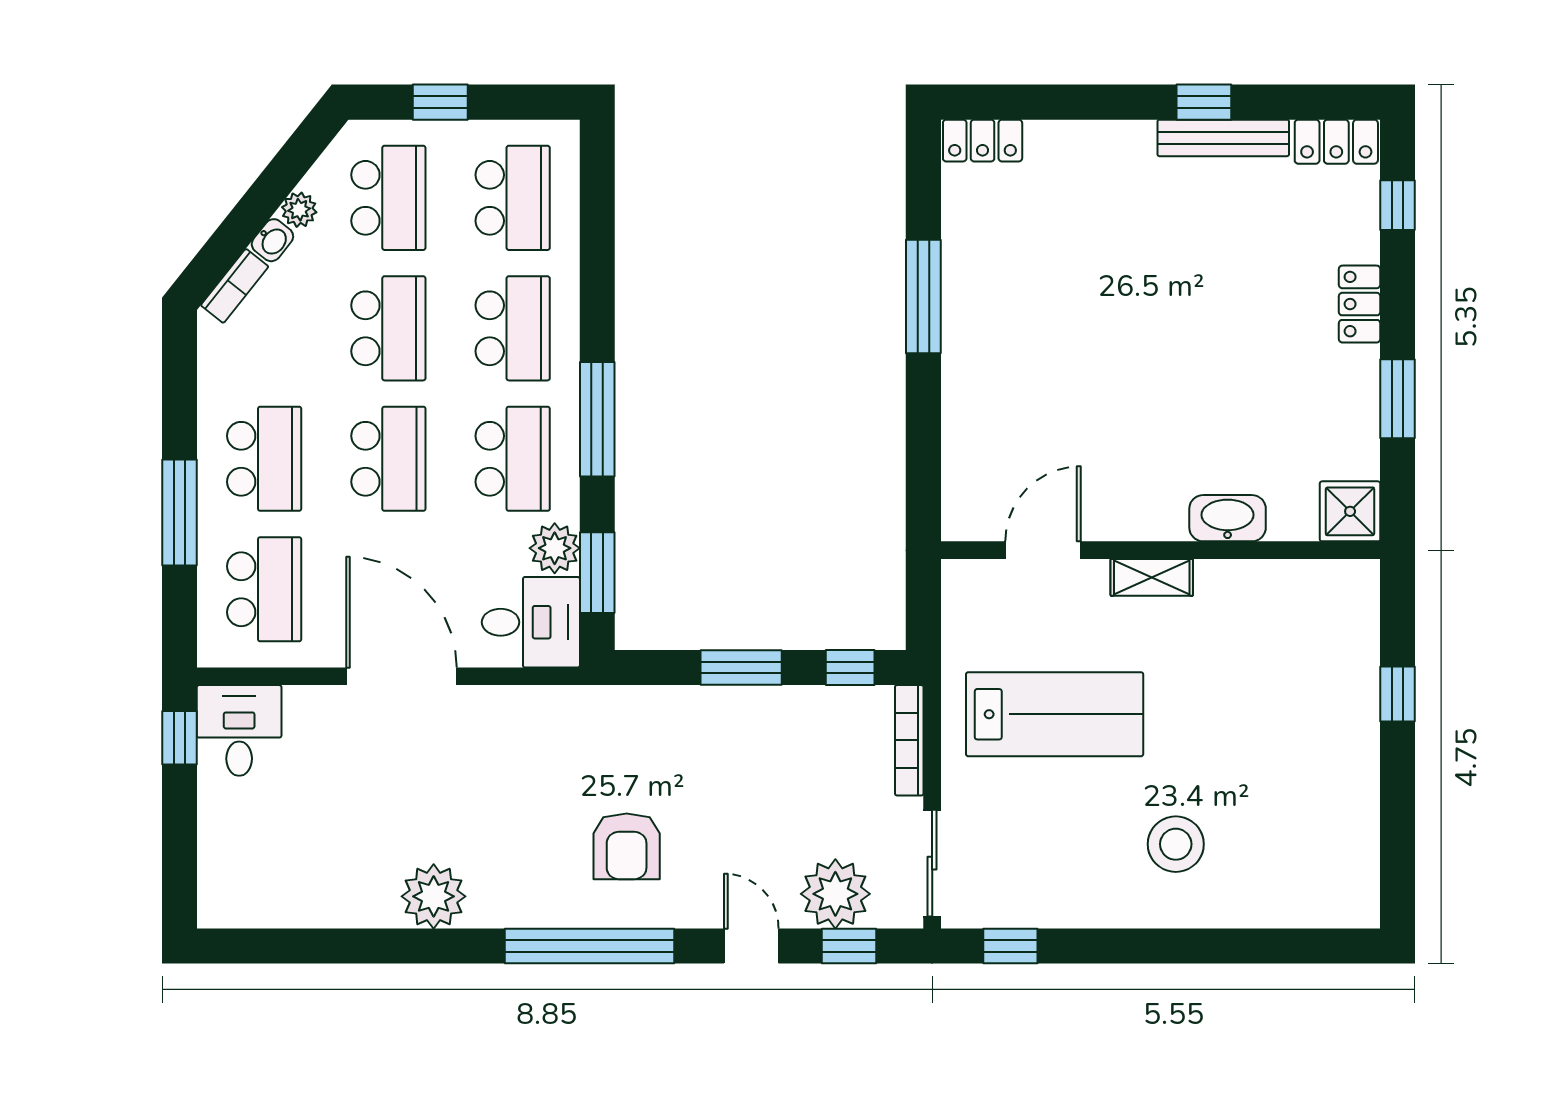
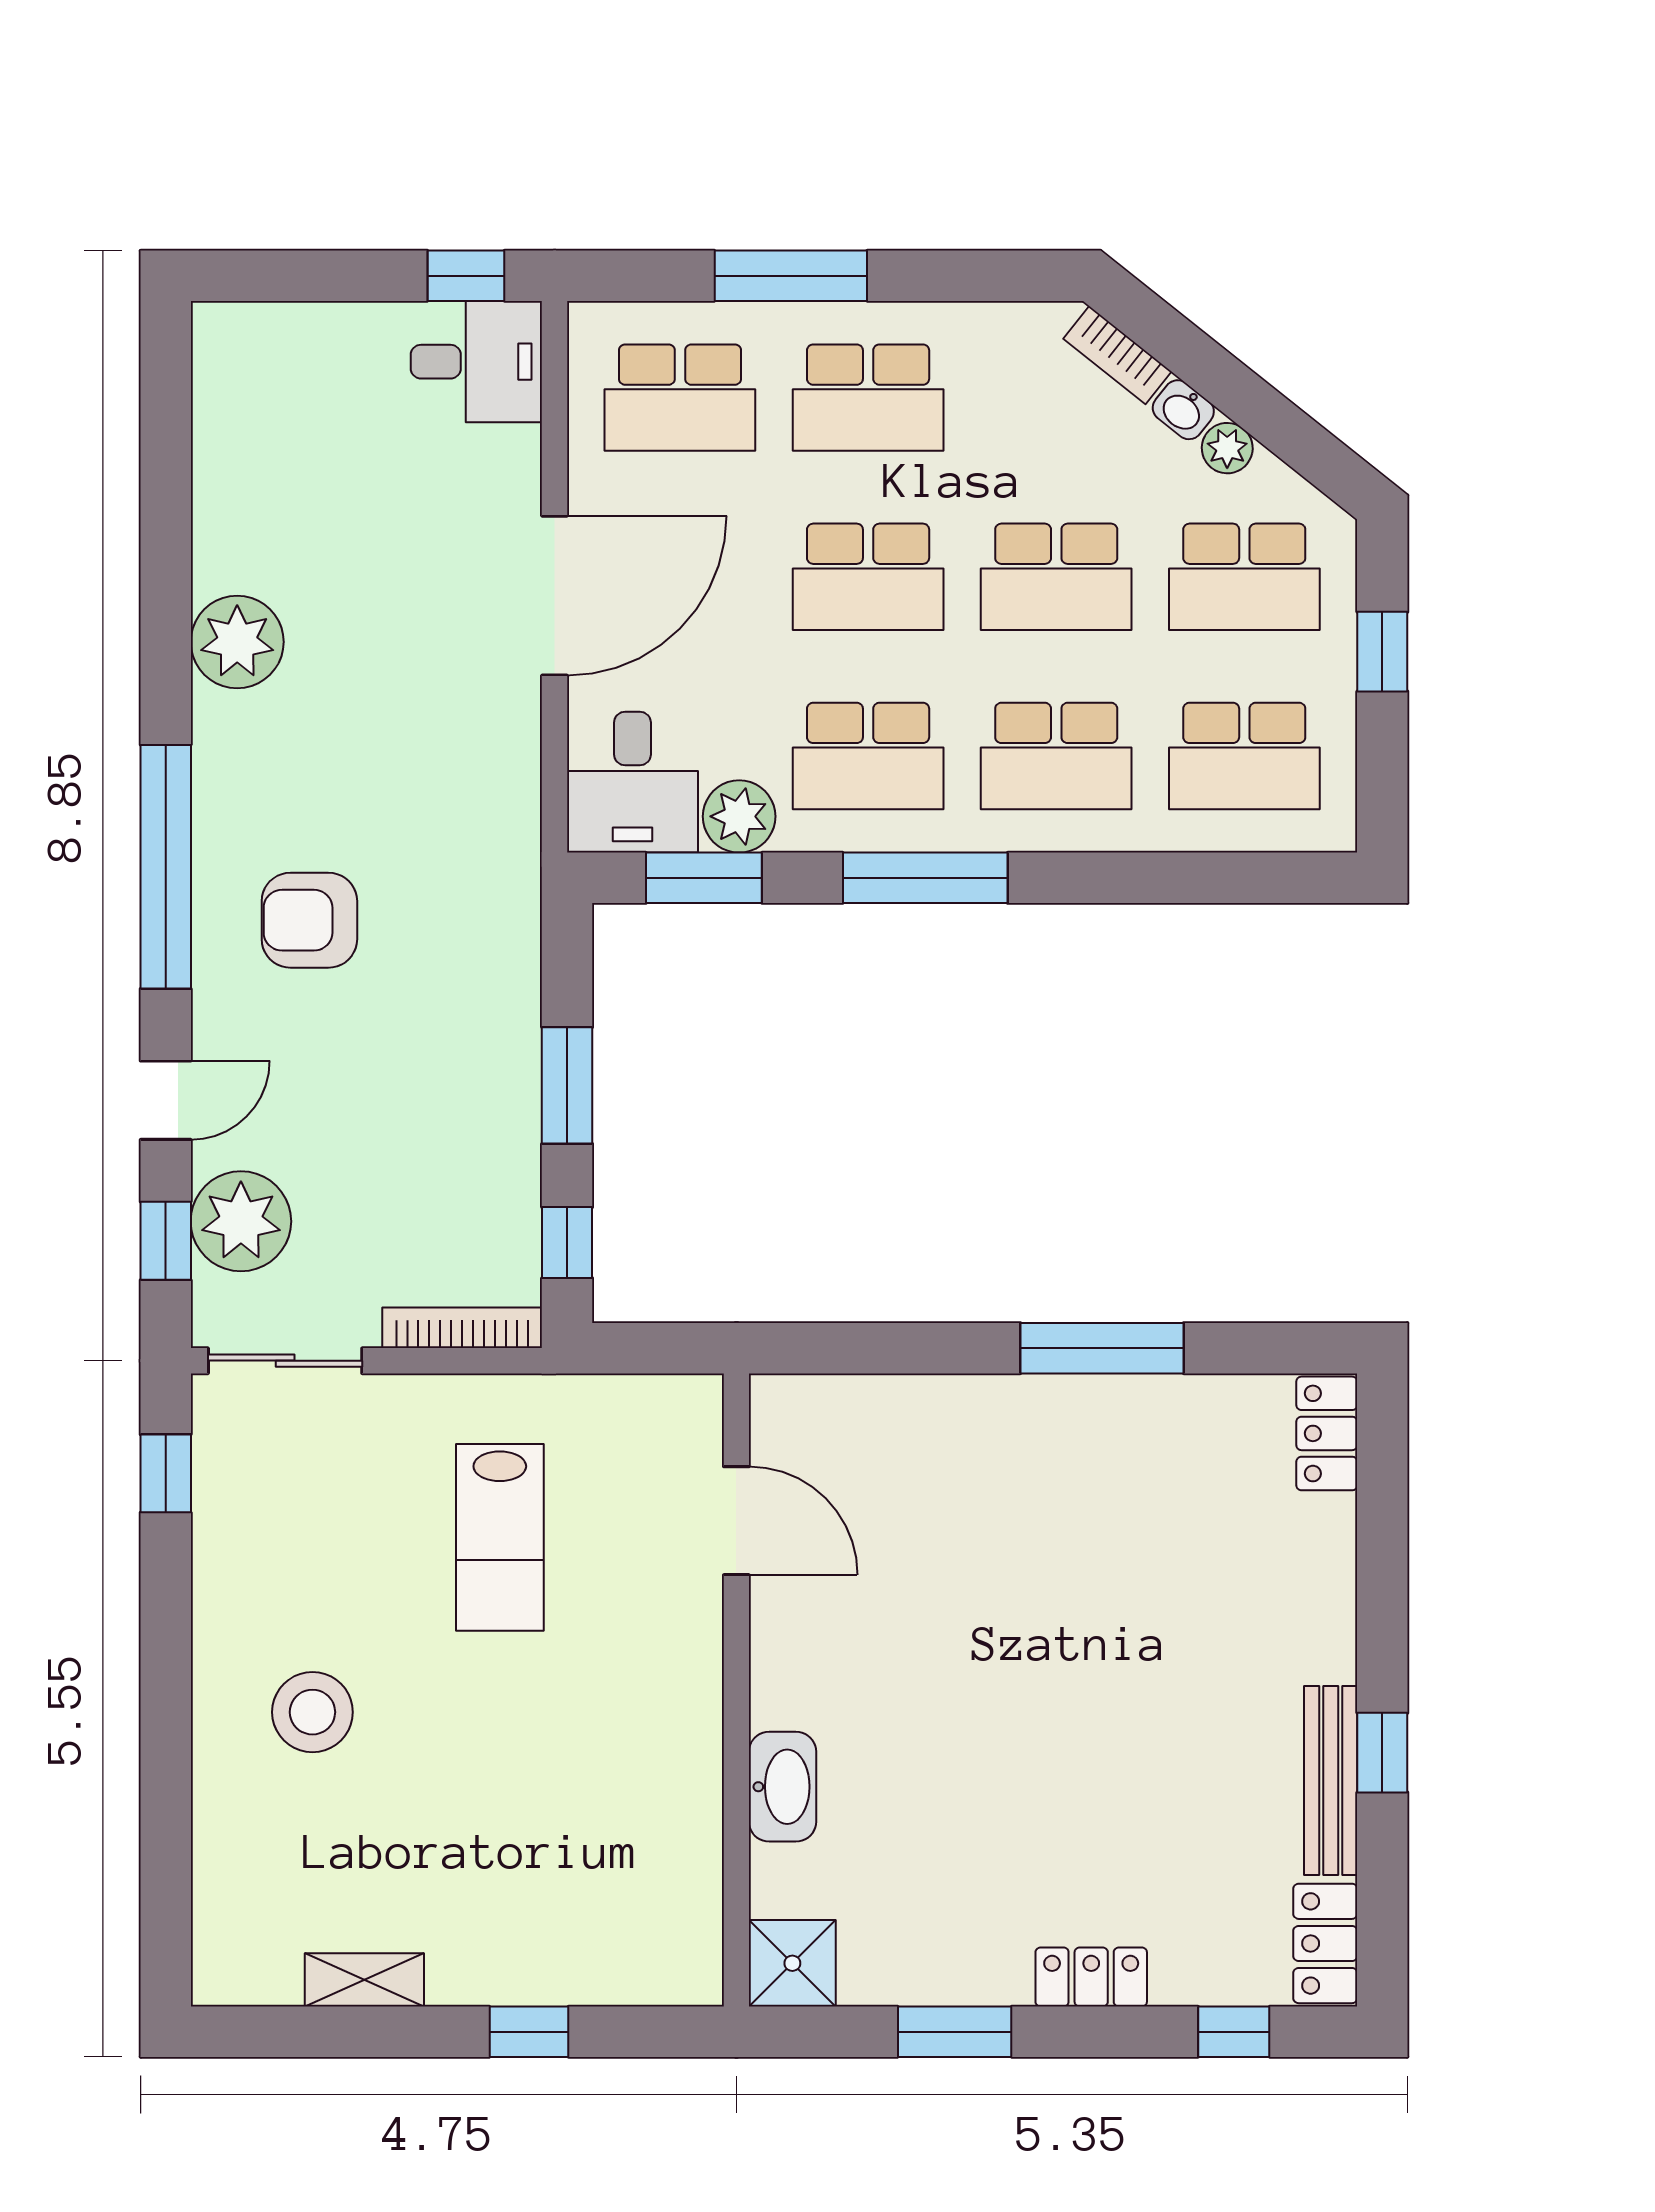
shelving: (1152, 577) -> (364, 1980), moved, turned 90
lab bench: (1055, 714) -> (500, 1537), width x0.73, depth x0.72

